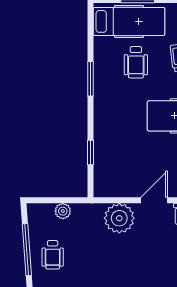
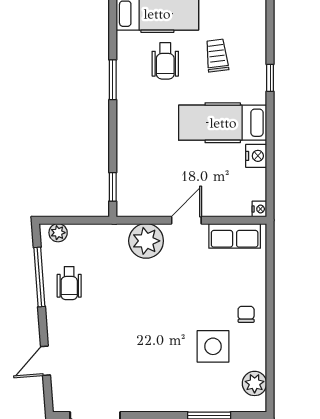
window: (90, 152) -> (113, 187), moved
plant: (63, 211) -> (58, 233), moved

